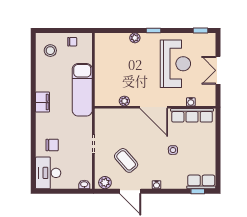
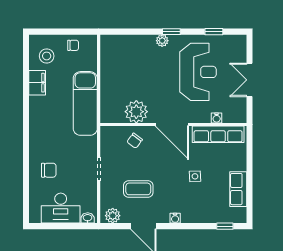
window: (200, 30) -> (214, 32), moved
plant: (135, 38) -> (162, 41), moved
plant: (124, 101) -> (136, 112), width x1.88, depth x1.88
filing cabinet: (42, 102) -> (37, 83), moved
chair: (123, 121) -> (135, 141), added
coffee table: (126, 160) -> (138, 189), turned -49
desk: (48, 173) -> (61, 208), moved, turned -90
row of seats: (201, 182) -> (238, 189), moved, turned -90

